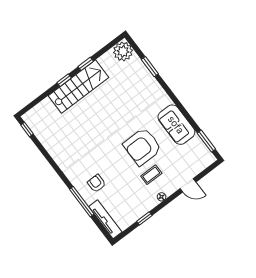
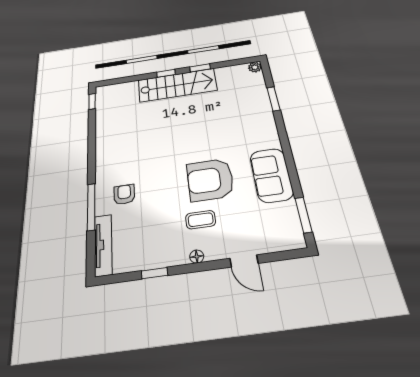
plant: (123, 51) -> (255, 67), width x0.53, depth x0.53

